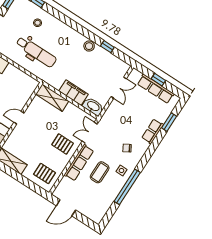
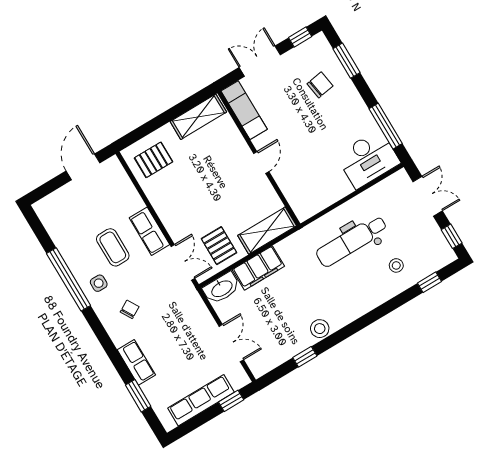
window: (158, 80) -> (231, 401), moved
double door: (119, 88) -> (231, 343), swing flipped
pallet: (63, 144) -> (219, 246), moved, turned 90
row of seats: (79, 163) -> (149, 231), width x0.68

